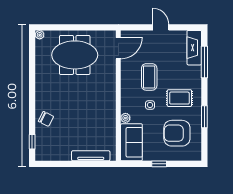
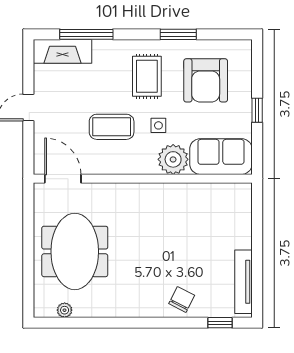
plant: (40, 35) -> (65, 310), moved
plant: (125, 118) -> (173, 159), width x1.88, depth x1.88
tv unit: (91, 156) -> (244, 282), moved

